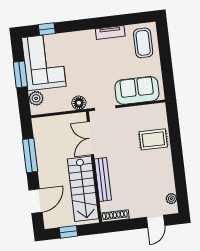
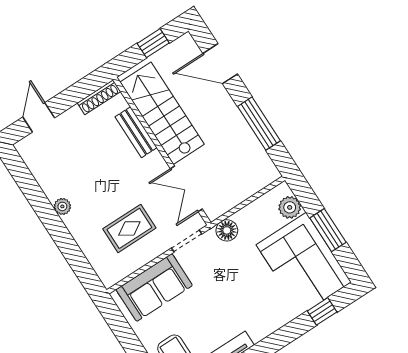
double door: (90, 138) -> (186, 189), swing flipped
rug: (153, 139) -> (129, 228), moved
bench: (103, 180) -> (136, 132), width x0.73
plant: (171, 199) -> (62, 206), moved
door: (36, 201) -> (220, 64), hinge flipped

